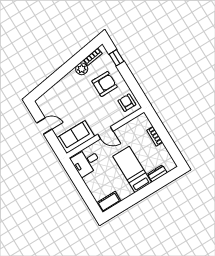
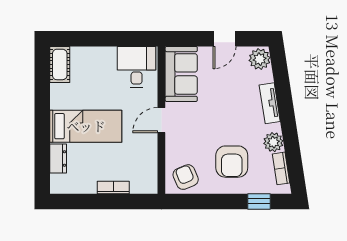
tv unit: (63, 83) -> (270, 103), added
plant: (44, 102) -> (260, 59), added
armchair: (127, 103) -> (186, 177), turned -113

